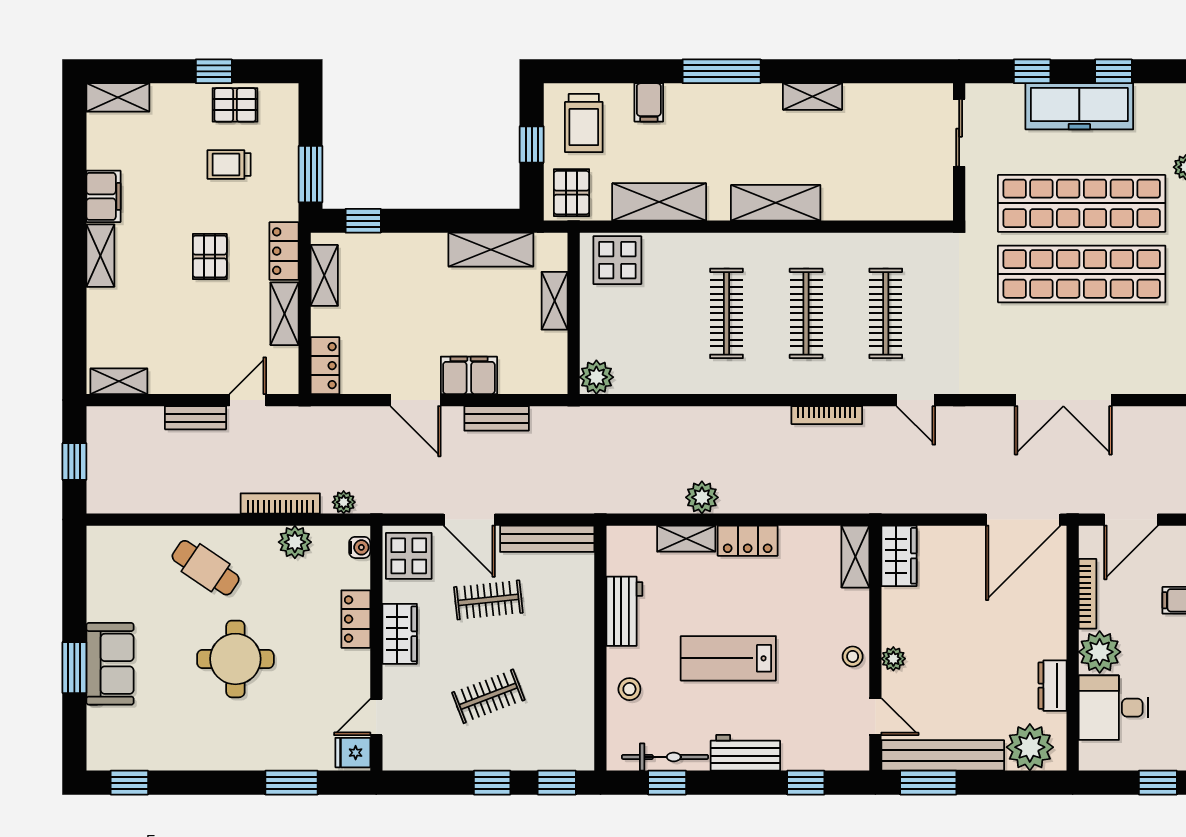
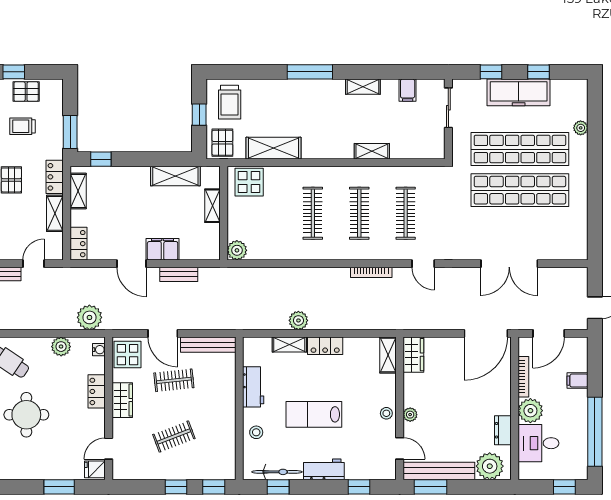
filing cabinet: (649, 102) -> (408, 90), moved
shelving: (776, 203) -> (372, 151), moved, width x0.67, depth x0.75
plant: (344, 502) -> (89, 317), width x1.87, depth x1.87
bookcase: (280, 503) -> (52, 324), removed

